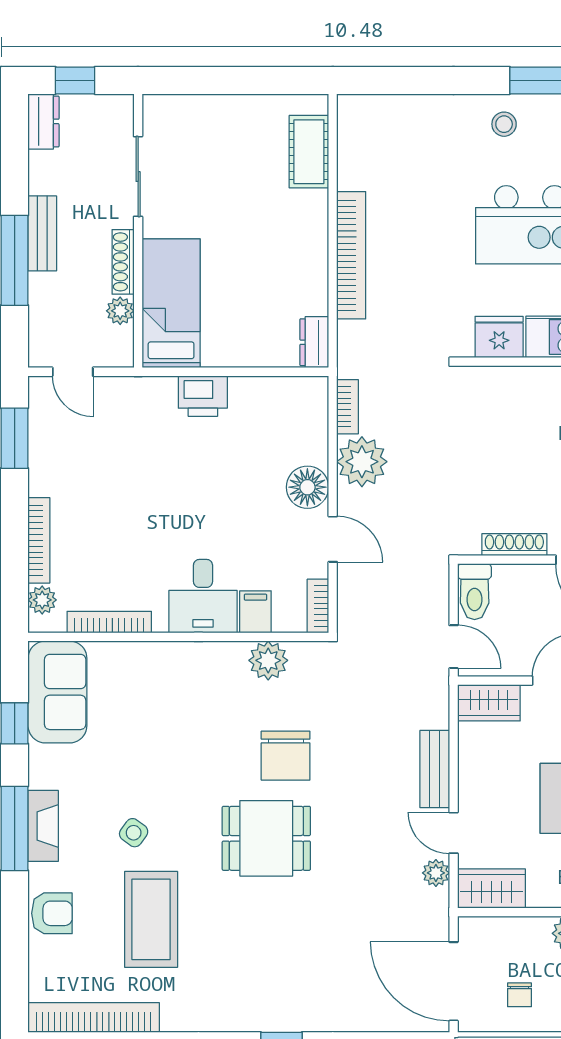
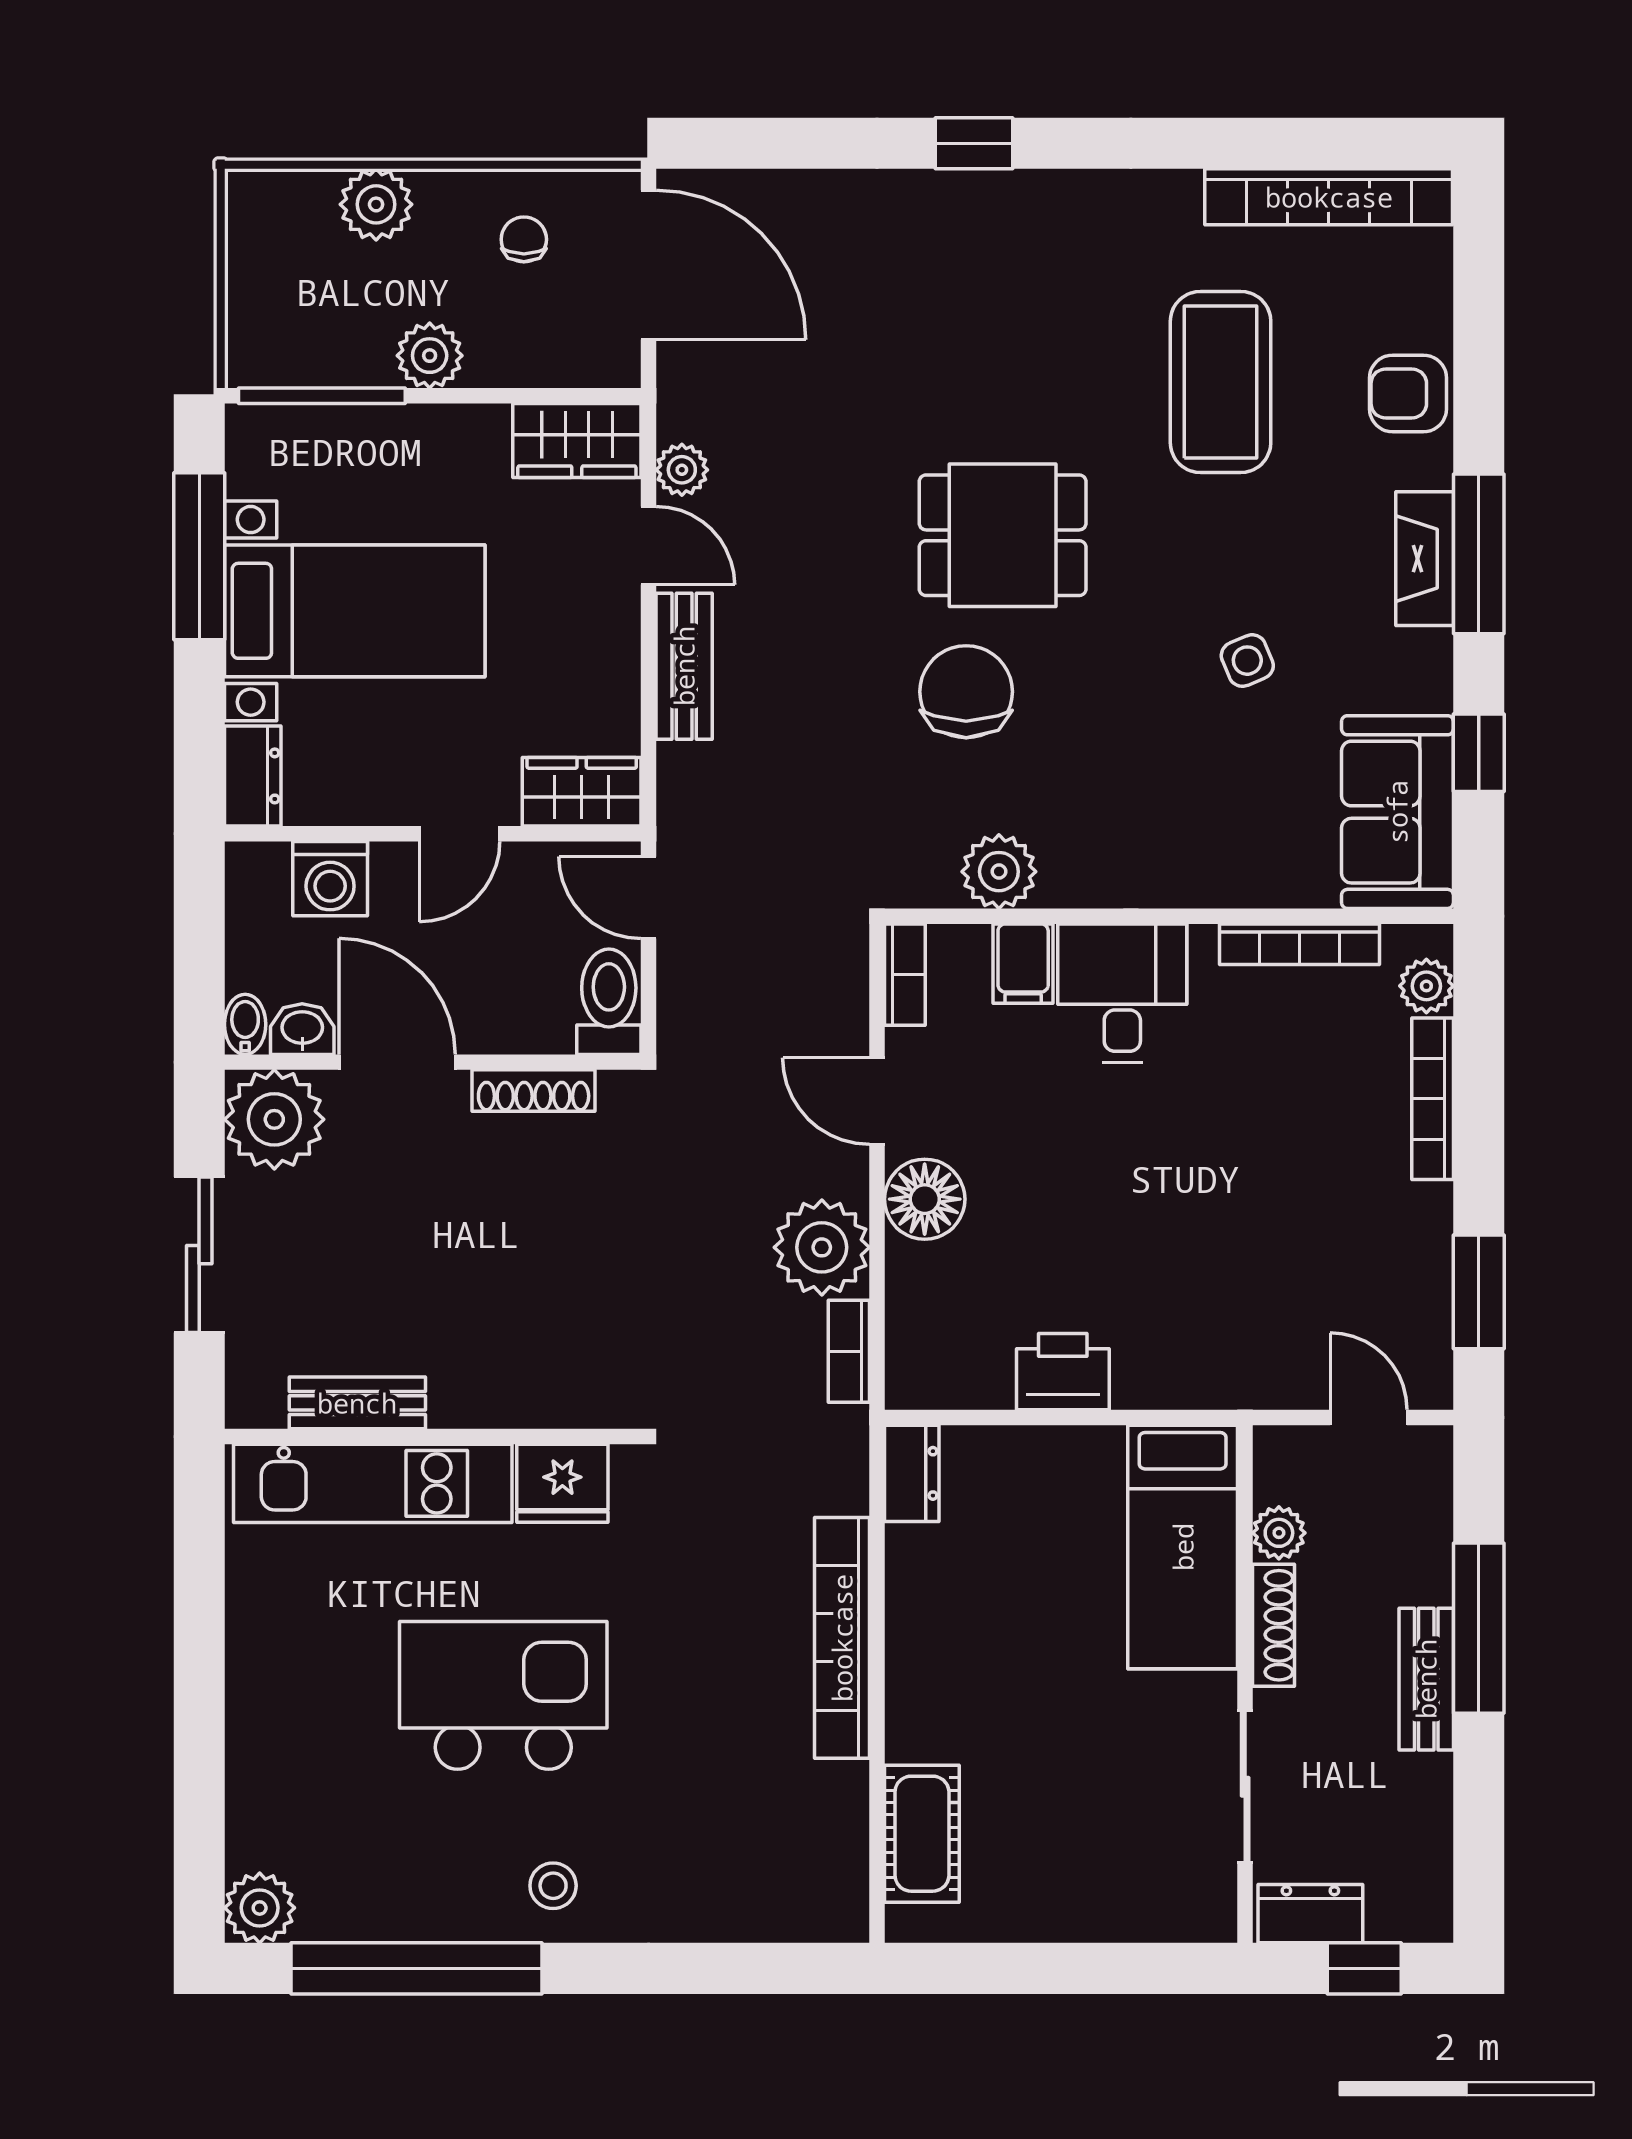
dresser: (43, 121) -> (1310, 1914), moved, turned 90
printer: (203, 396) -> (1063, 1372), moved
side table: (134, 833) -> (1247, 661), moved, turned 31

